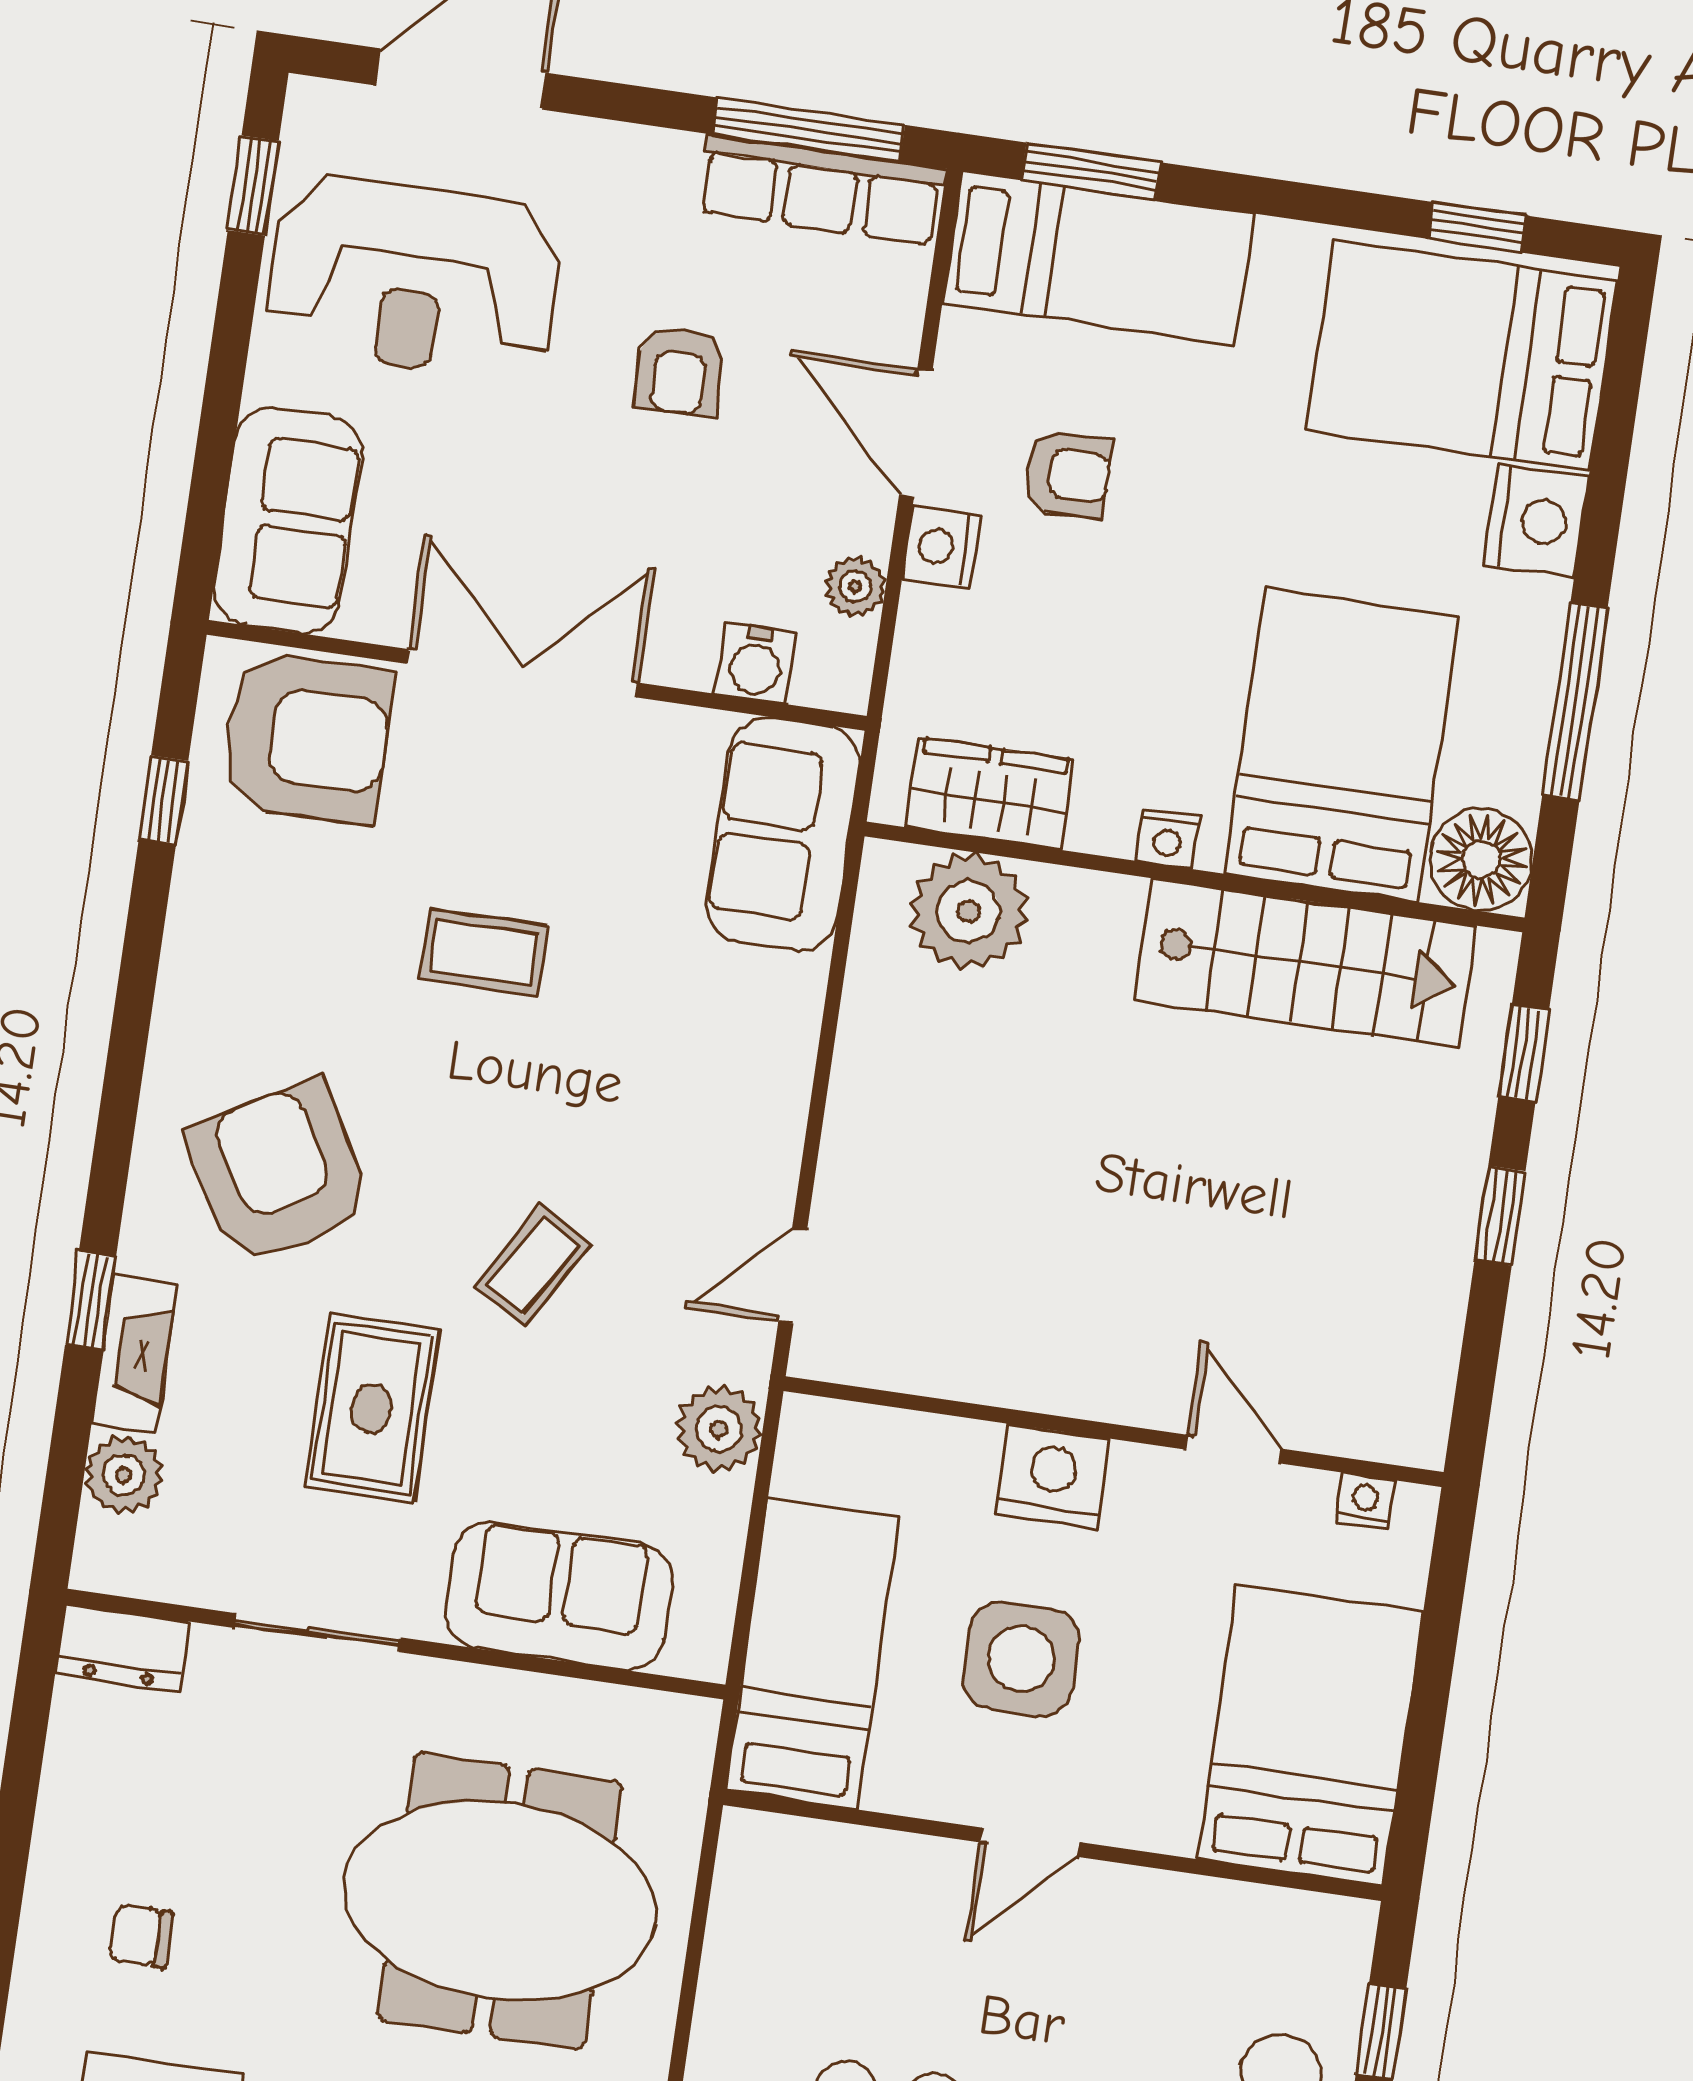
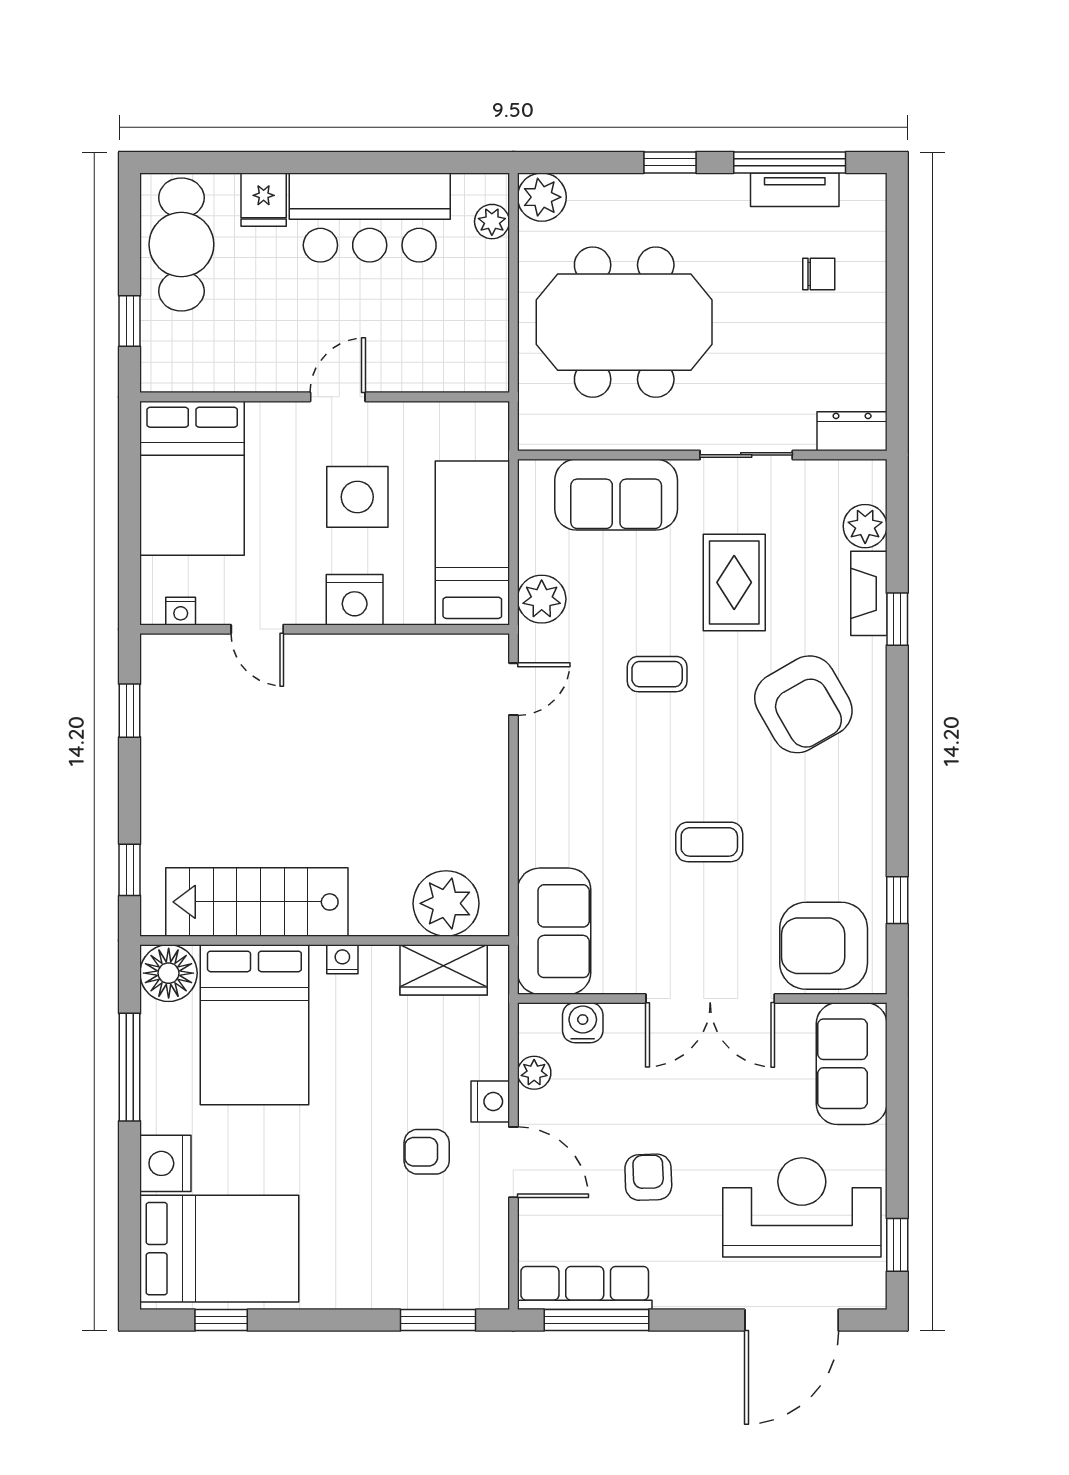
bed: (1098, 258) -> (427, 1273), removed
window: (1500, 1216) -> (130, 711), moved
coffee table: (533, 1265) -> (657, 674), turned 60
bed: (812, 1653) -> (472, 543), moved, turned 180

